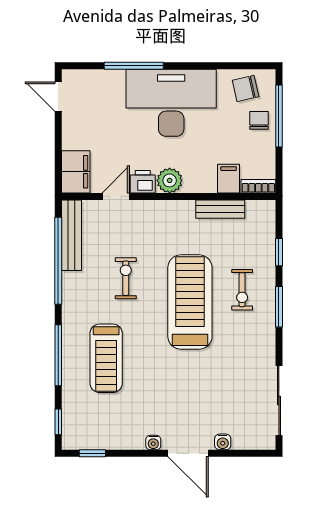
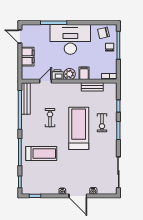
filing cabinet: (76, 172) -> (28, 57), moved
filing cabinet: (229, 179) -> (84, 73), moved
treadmill: (106, 358) -> (41, 154), turned -90

